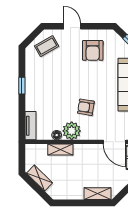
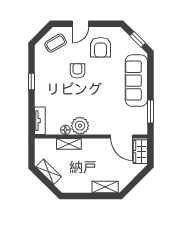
door: (72, 26) -> (81, 24), swing flipped
armchair: (86, 107) -> (77, 71), moved, turned 81

